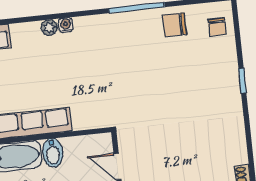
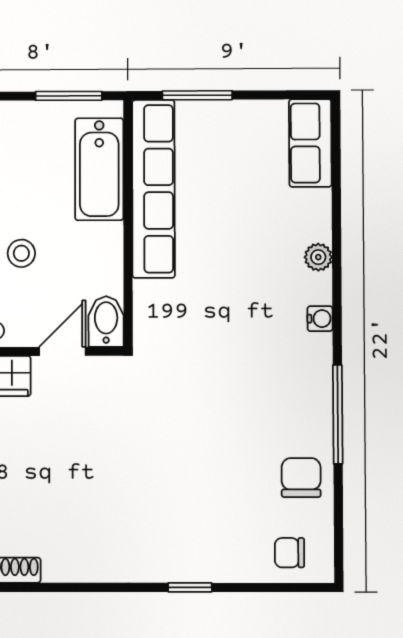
water cooler: (66, 25) -> (320, 319), moved
bidet: (53, 153) -> (106, 321), moved, turned 90

